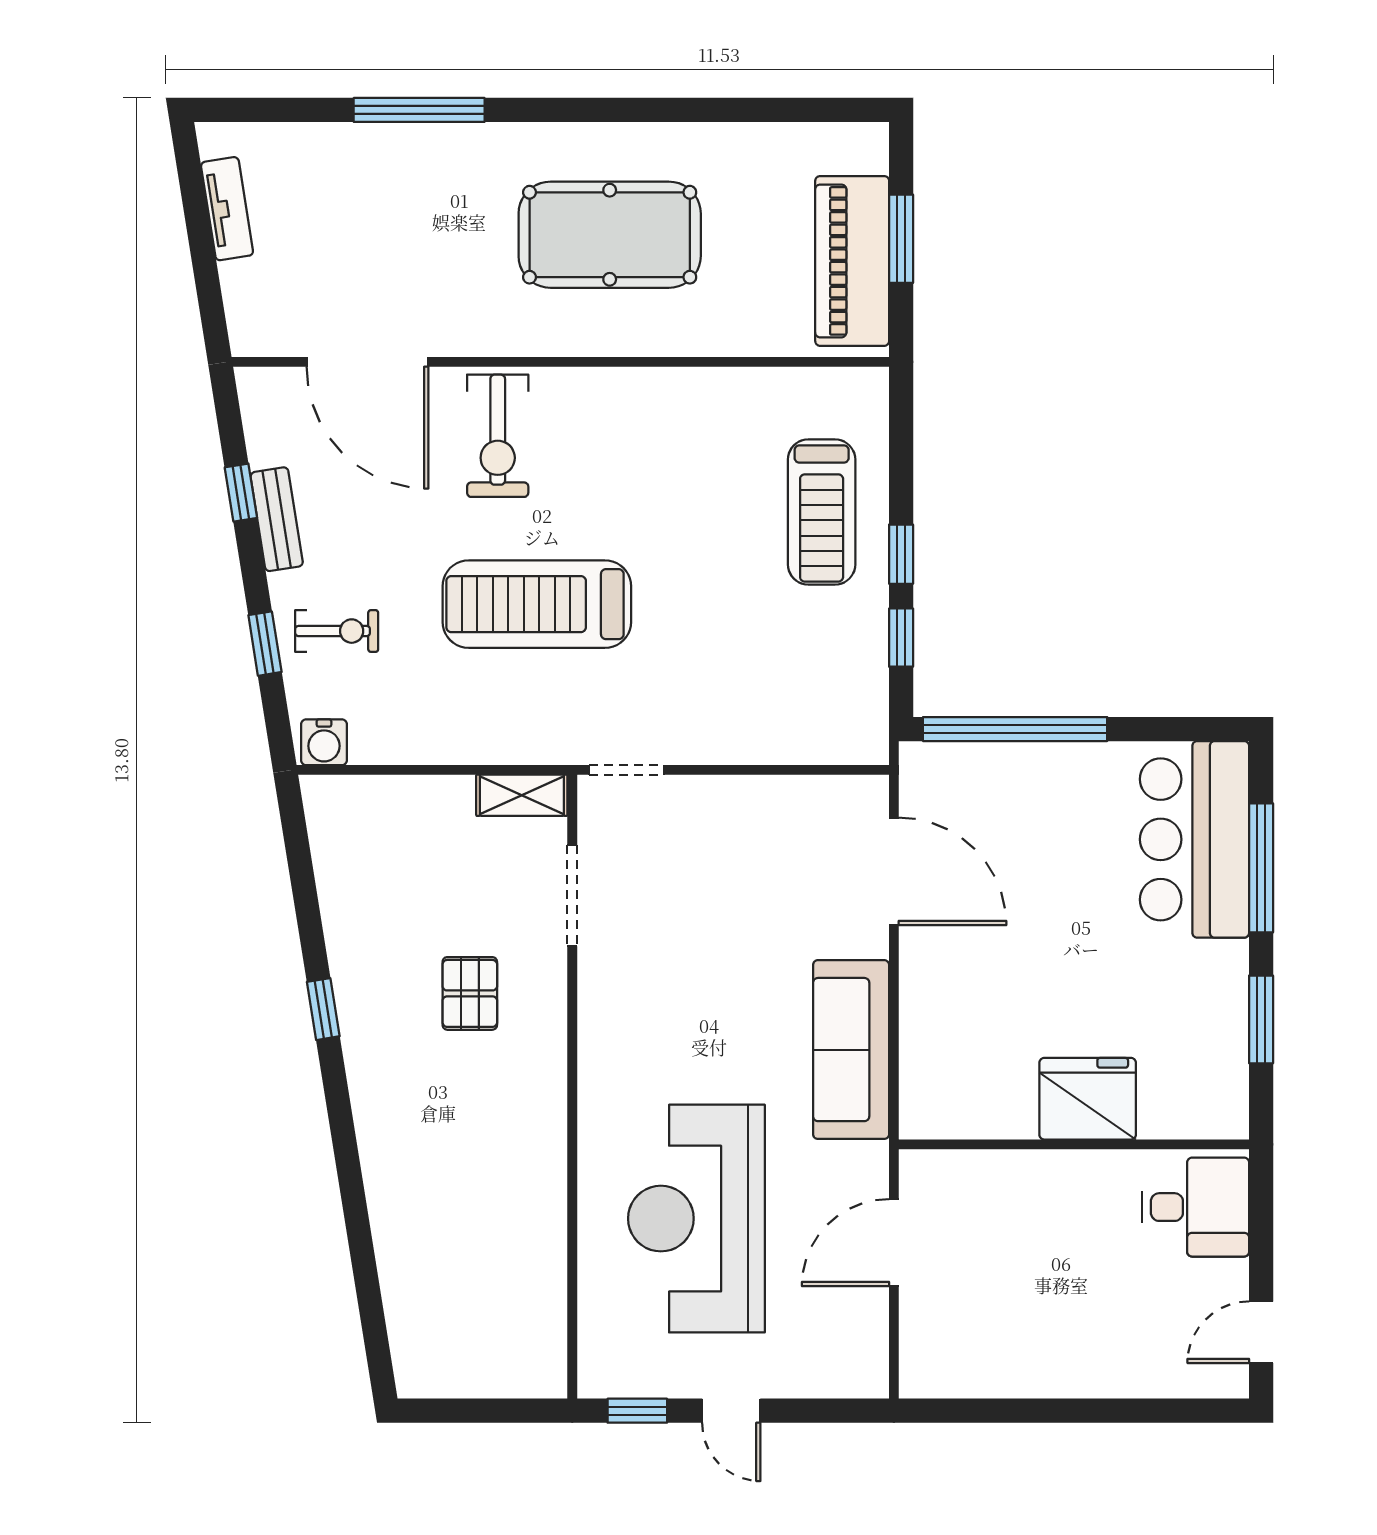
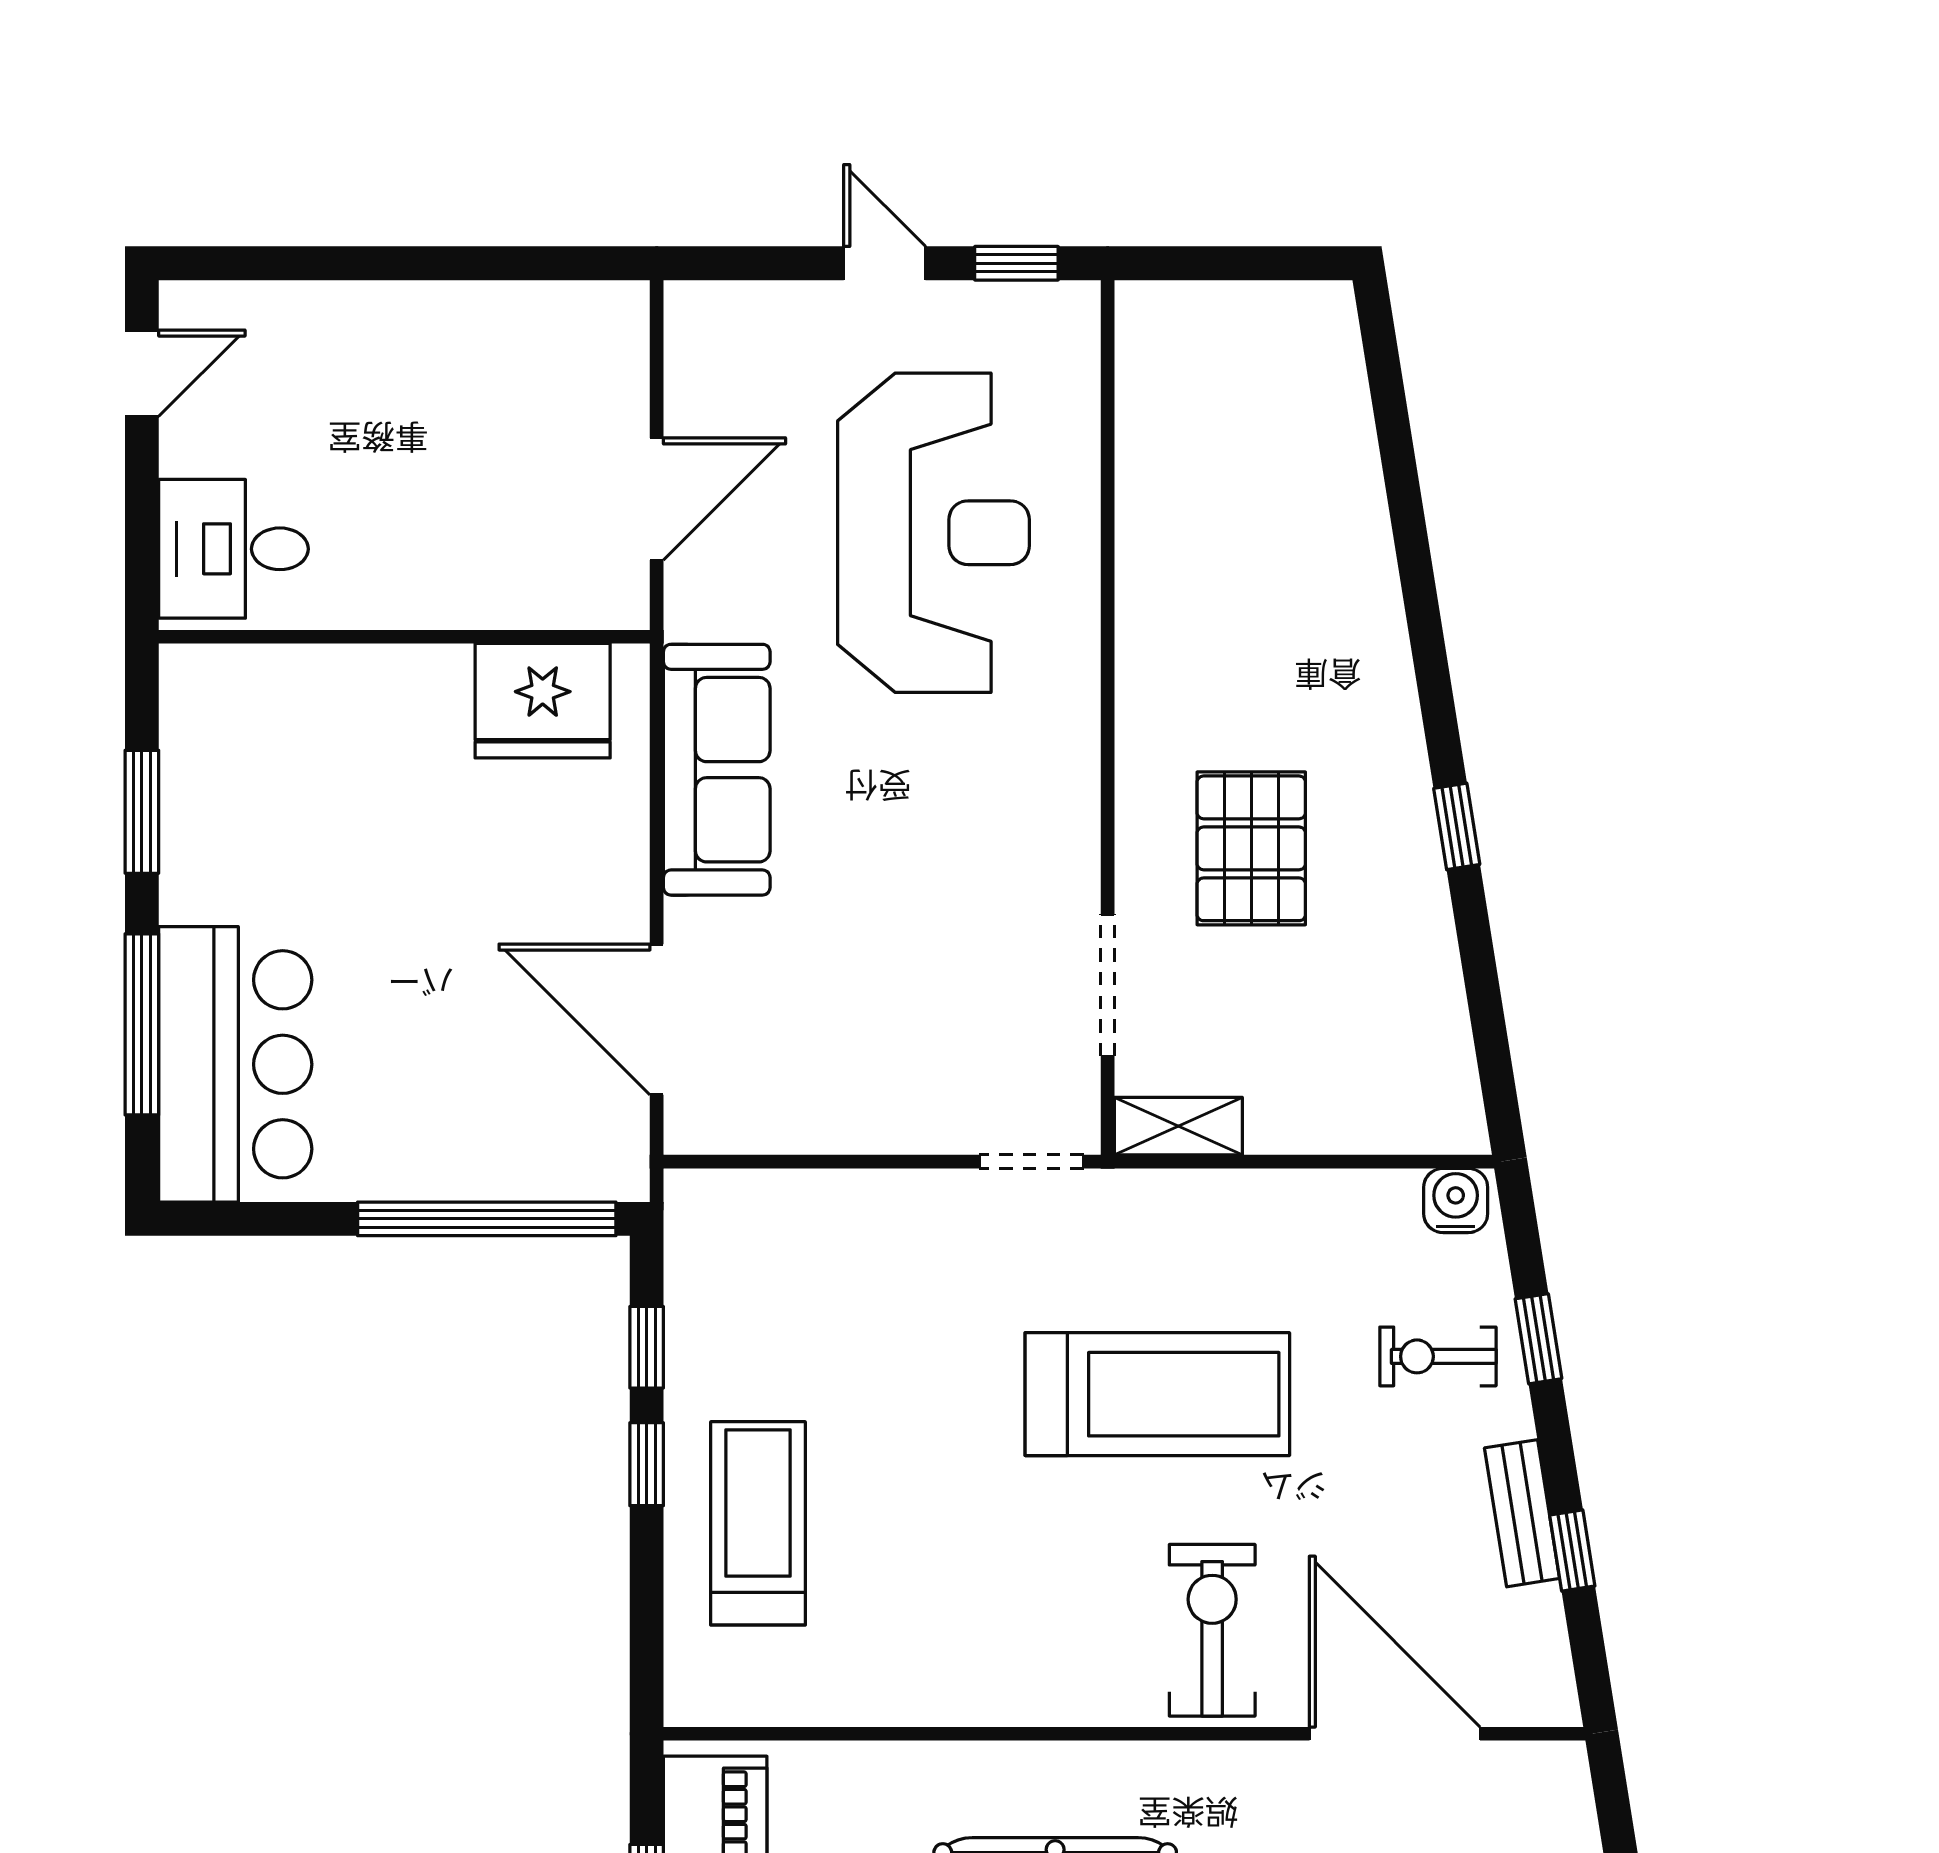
pallet: (470, 993) -> (1251, 848), width x1.50, depth x1.42
fridge: (1088, 1099) -> (543, 701), moved

